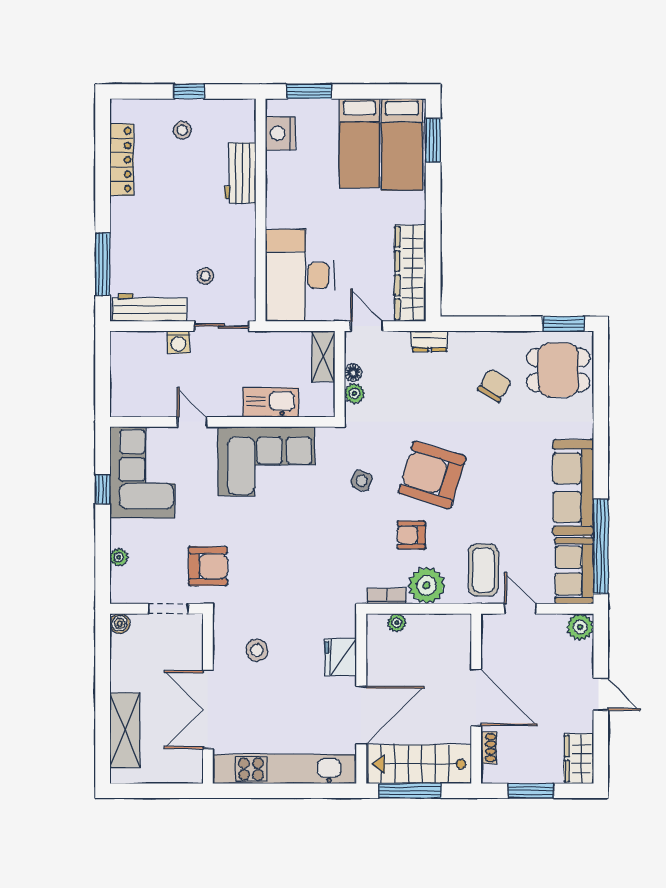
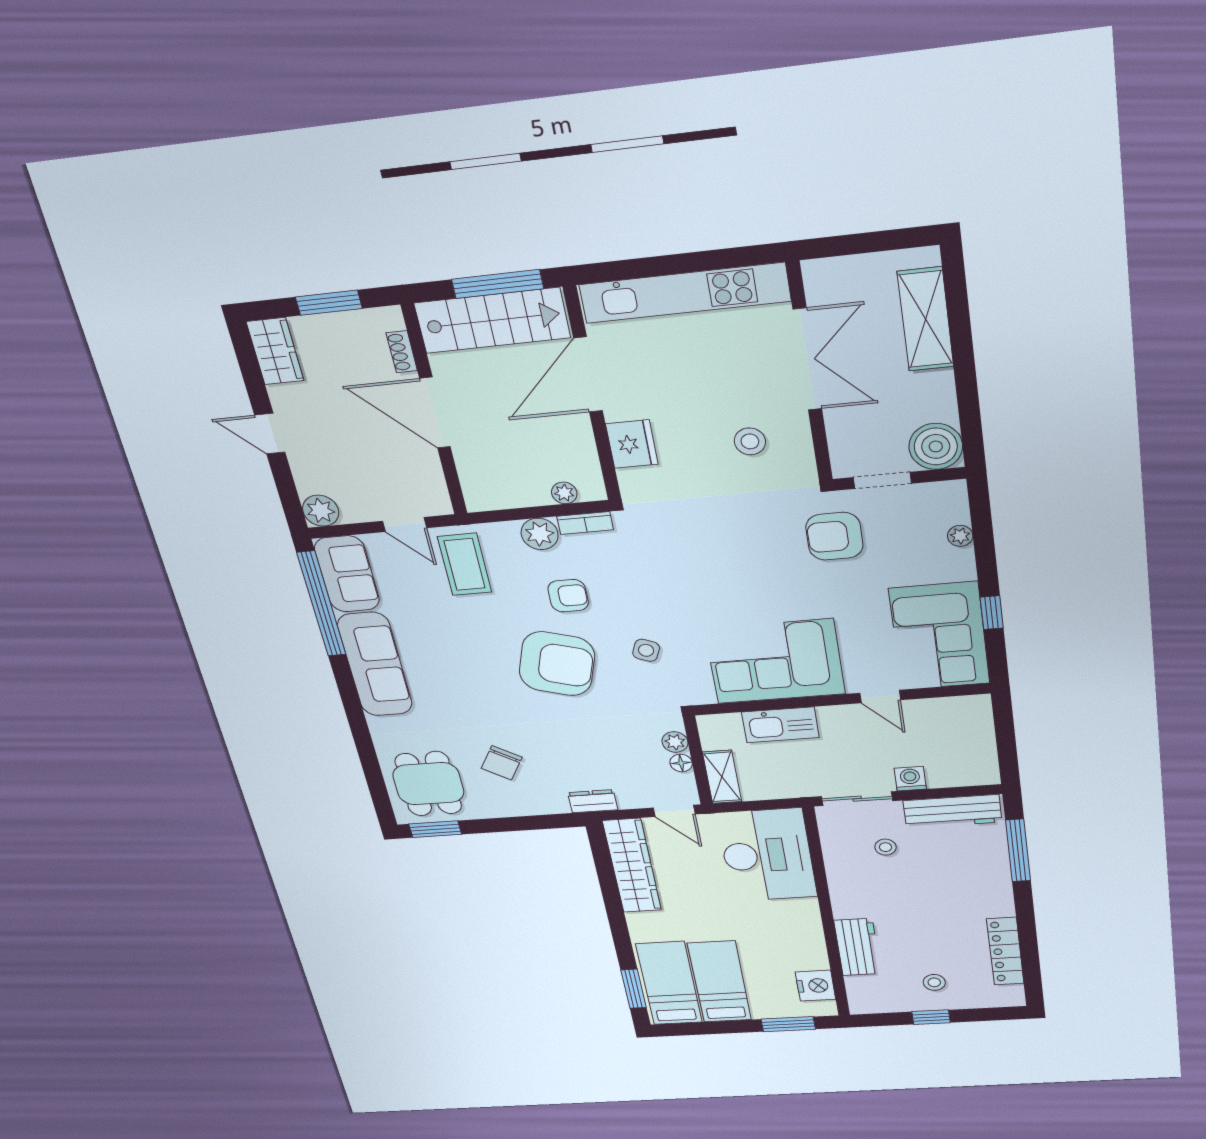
dining table: (558, 370) -> (428, 784), turned 90
plant: (427, 585) -> (540, 534), width x0.73, depth x0.73
boiler: (120, 623) -> (936, 446), width x1.86, depth x1.86

